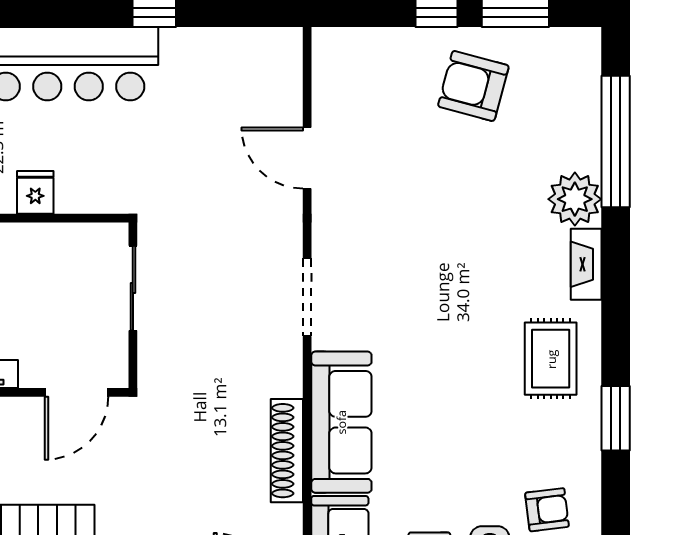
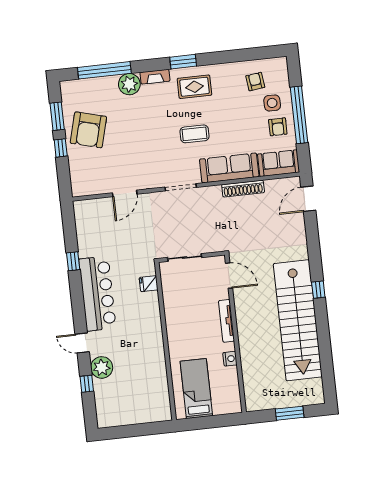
armchair: (473, 86) -> (88, 130), width x1.36, depth x1.36
fridge: (35, 192) -> (149, 284), moved
coffee table: (435, 346) -> (194, 134), added
window: (616, 418) -> (183, 62), moved

